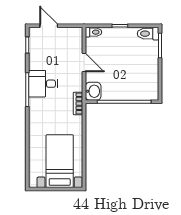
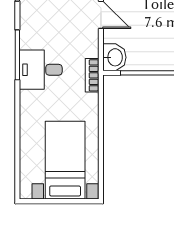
desk: (43, 84) -> (41, 70), moved

